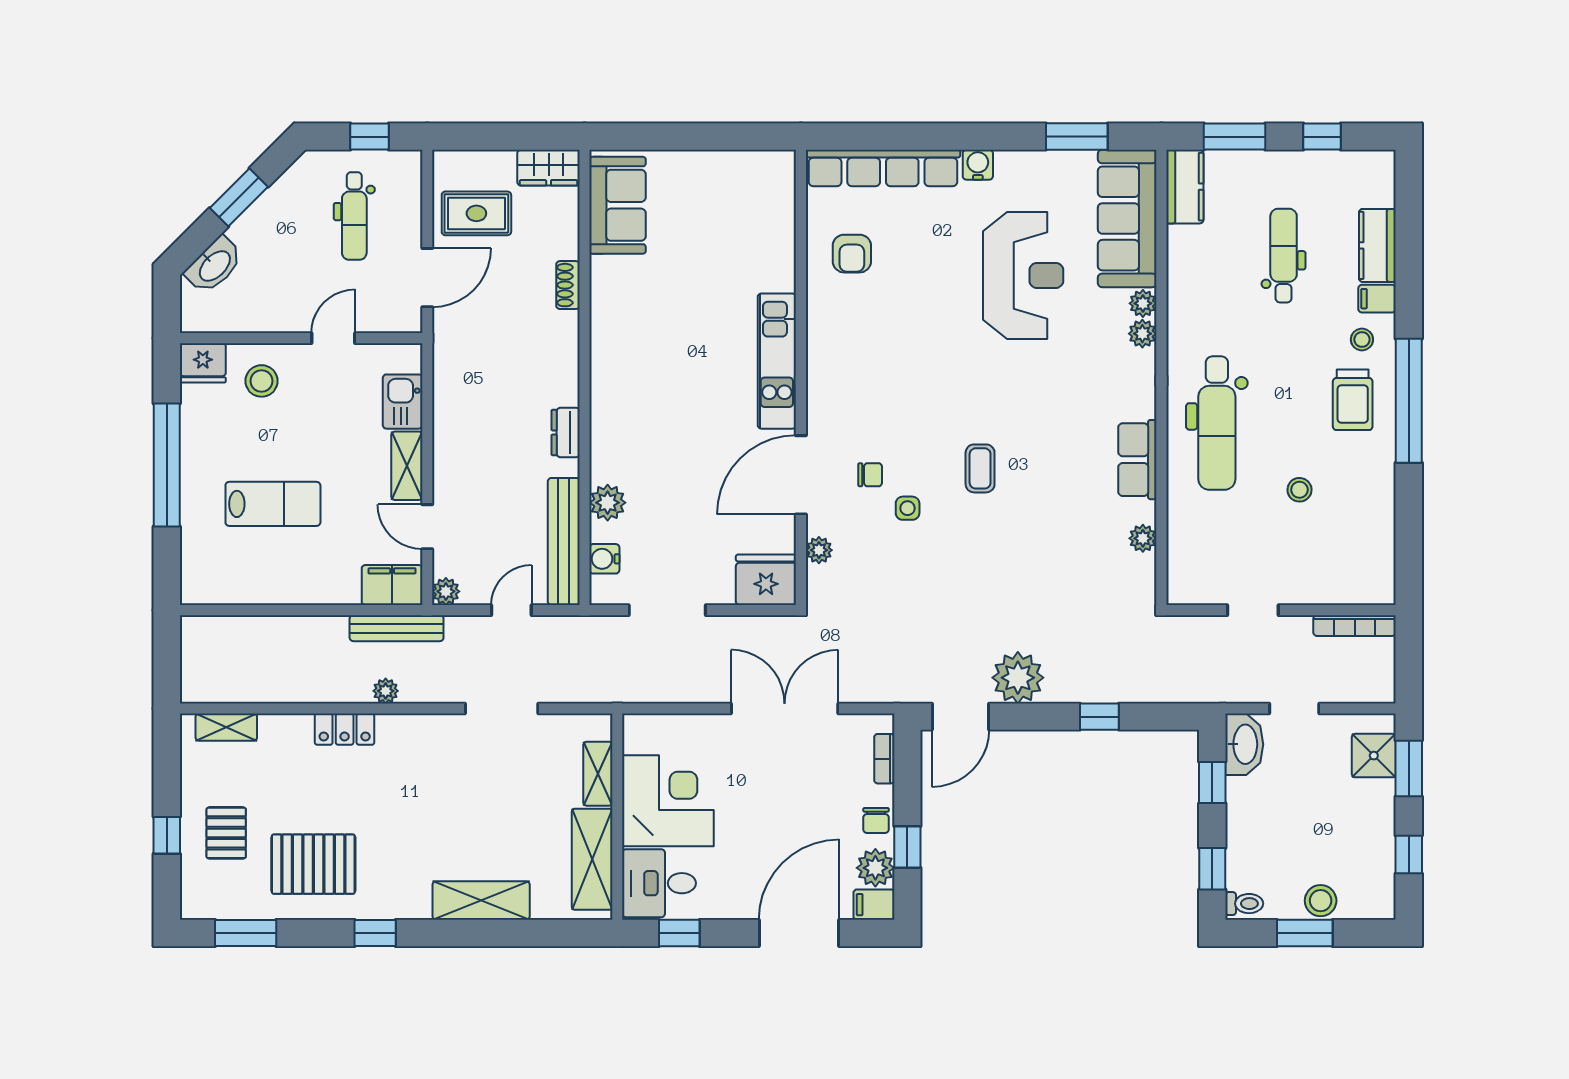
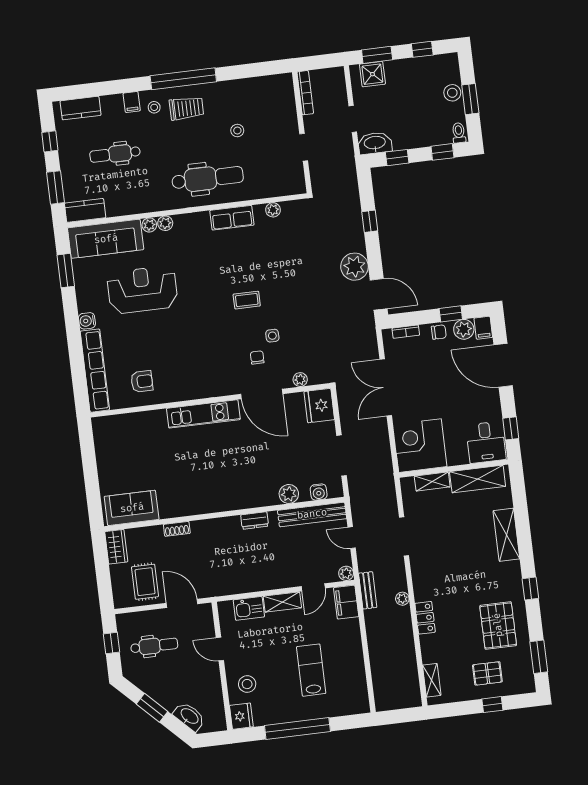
kitchen counter: (1377, 245) -> (81, 108), moved
bench: (397, 628) -> (368, 590), width x0.73
corner desk: (668, 801) -> (420, 446), moved

